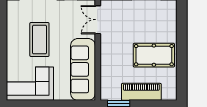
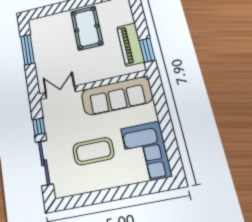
double door: (98, 20) -> (60, 92), swing flipped
piano: (141, 92) -> (131, 44), moved

